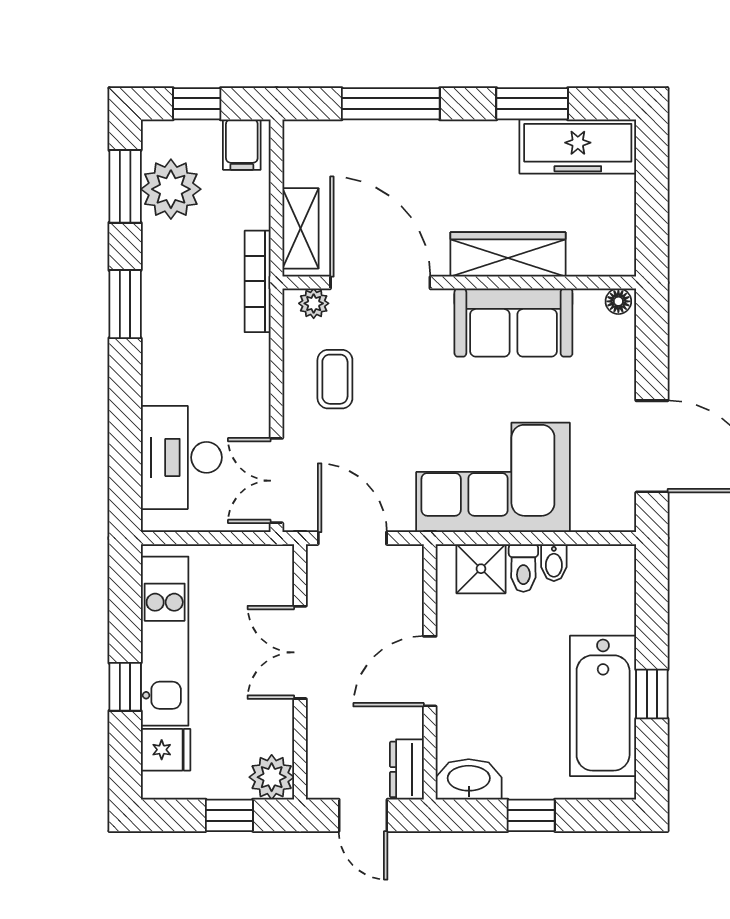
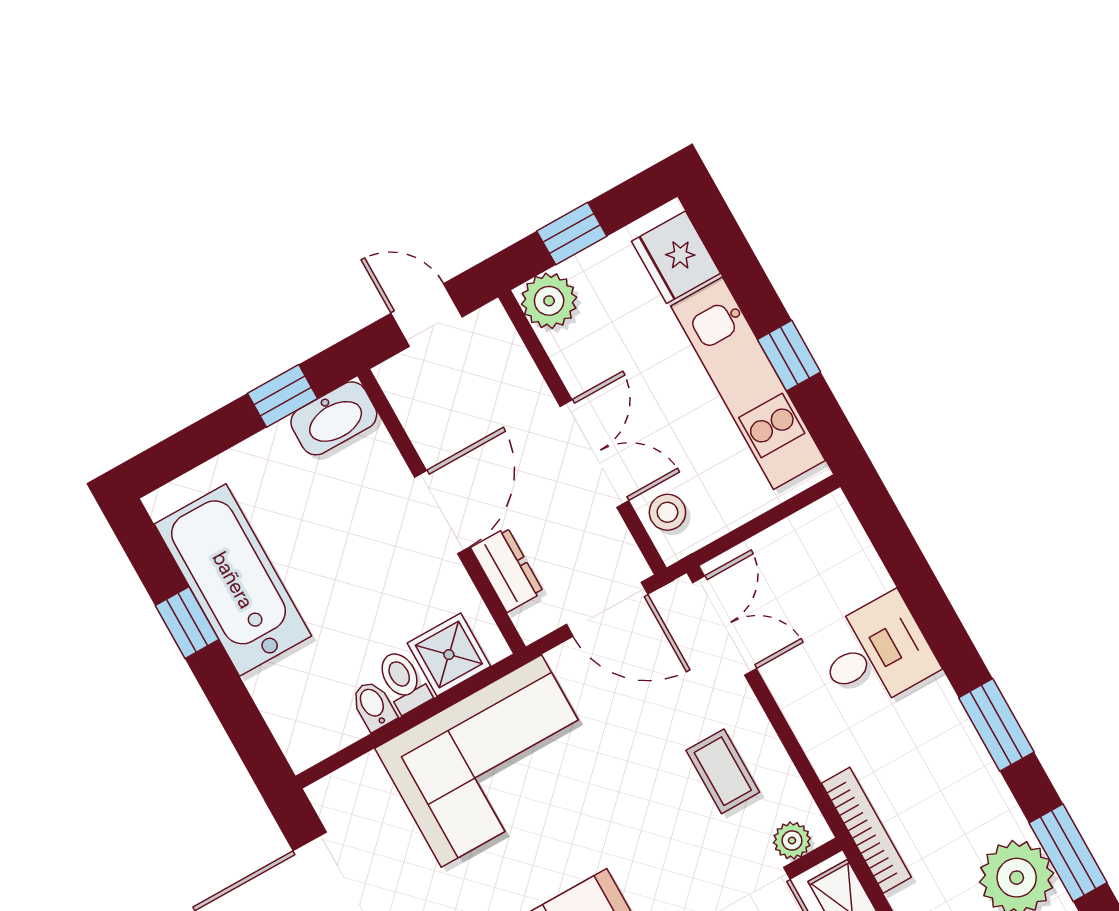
desk: (181, 457) -> (876, 653), moved, width x0.73
stool: (272, 582) -> (667, 512), added
window: (125, 687) -> (789, 356), moved
fridge: (166, 750) -> (676, 257), width x1.38
dresser: (407, 769) -> (507, 570), moved
window: (531, 815) -> (283, 396), moved

